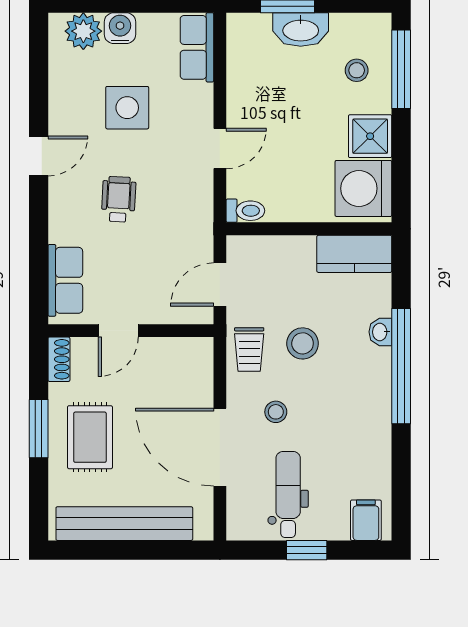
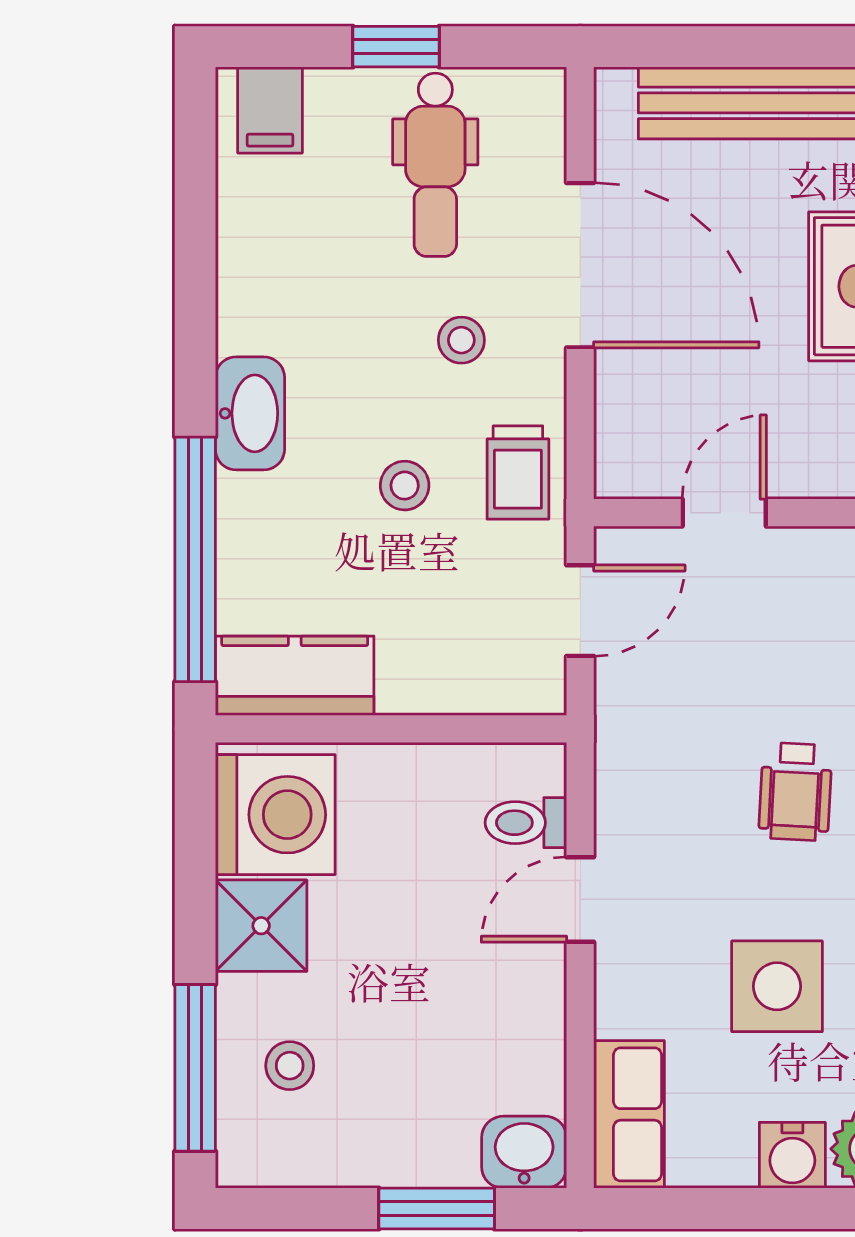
washbasin: (301, 30) -> (524, 1152), moved, width x0.72
toilet: (245, 211) -> (526, 823), moved
door: (118, 331) -> (724, 513), moved
washbasin: (380, 332) -> (250, 413), moved, width x1.91, depth x1.45
stool: (303, 343) -> (405, 486), width x0.73, depth x0.73
trolley: (249, 350) -> (518, 473), turned 180
window: (401, 366) -> (195, 559), moved

